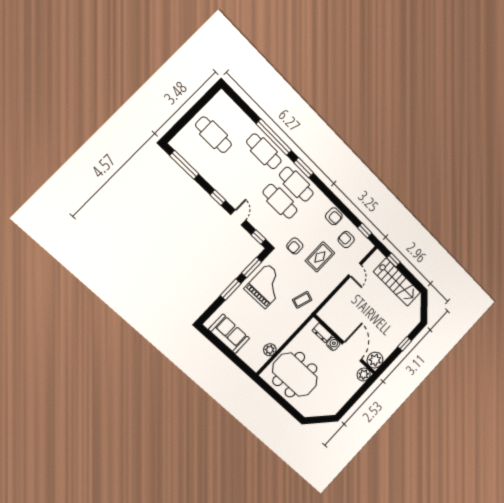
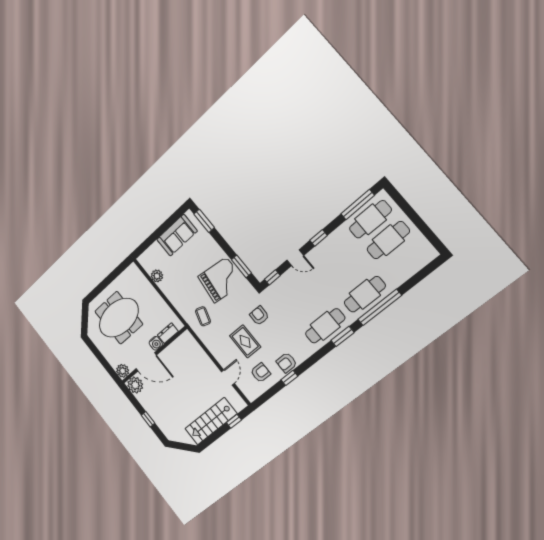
cafe table: (280, 201) -> (370, 219), moved
window: (365, 231) -> (289, 378), moved
door: (355, 270) -> (228, 377), swing flipped
grand piano: (266, 286) -> (221, 280), turned -83
window: (231, 289) -> (204, 221), moved
meeting table: (295, 375) -> (119, 318), moved

